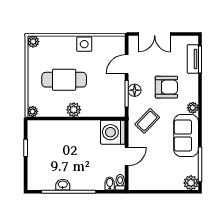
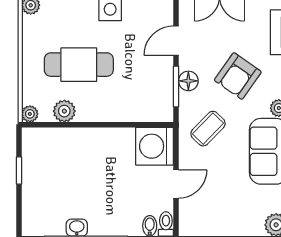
armchair: (166, 87) -> (238, 76), turned 125
plant: (74, 110) -> (64, 111), moved

